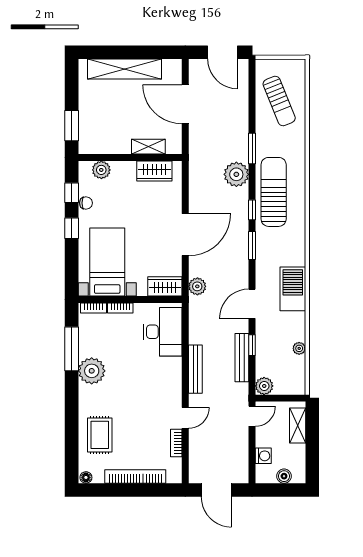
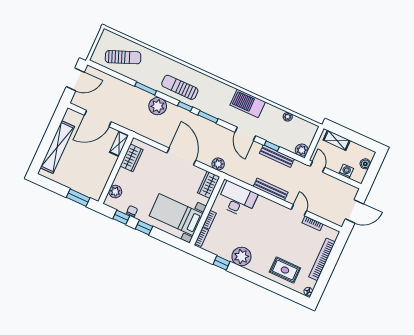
shelving: (148, 147) -> (119, 144), moved
sun lounger: (274, 192) -> (180, 87), width x0.73, depth x0.75
window: (72, 349) -> (221, 263), width x0.46

